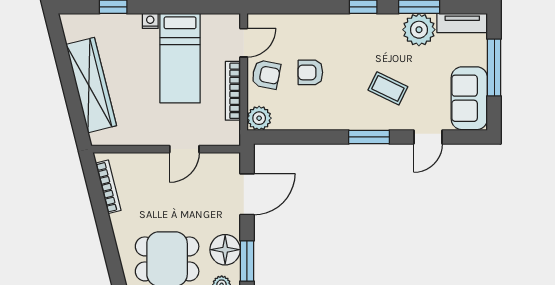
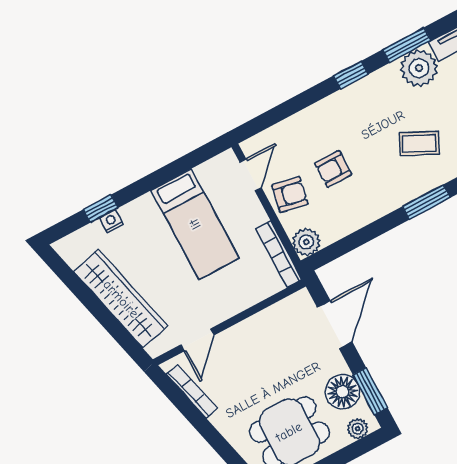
nightstand: (150, 21) -> (111, 221), moved
bookcase: (233, 91) -> (279, 254), moved
door: (184, 149) -> (197, 340), moved

